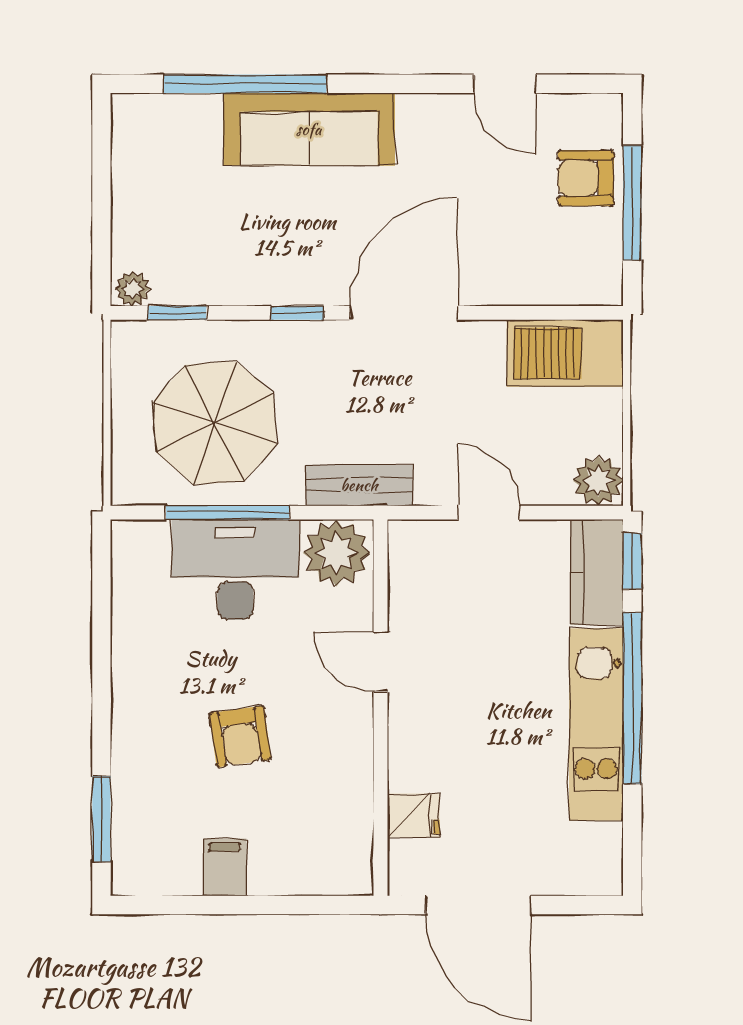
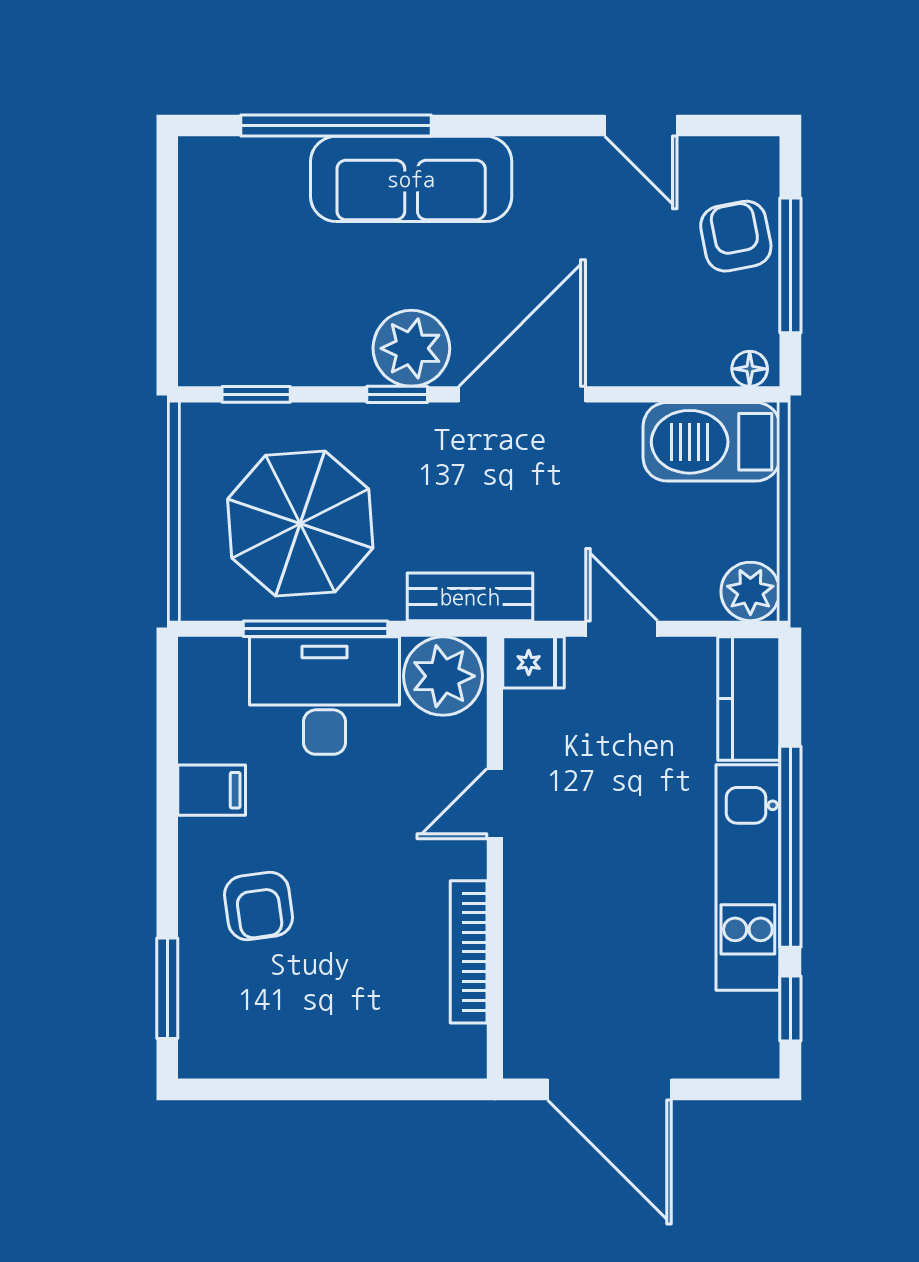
armchair: (586, 178) -> (736, 236), turned 79
plant: (133, 289) -> (411, 348), moved, width x1.88, depth x1.88
floor lamp: (598, 291) -> (750, 369), added
window: (632, 561) -> (790, 1009), moved
door: (380, 662) -> (495, 804), hinge flipped
armchair: (240, 736) -> (259, 906), moved
bookcase: (358, 788) -> (469, 952), added
fridge: (413, 815) -> (533, 662), moved
filing cabinet: (225, 867) -> (212, 790), moved, turned 90

